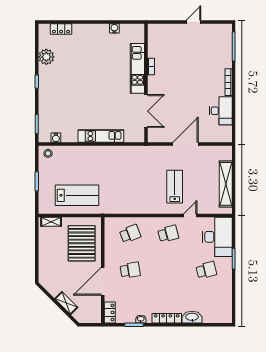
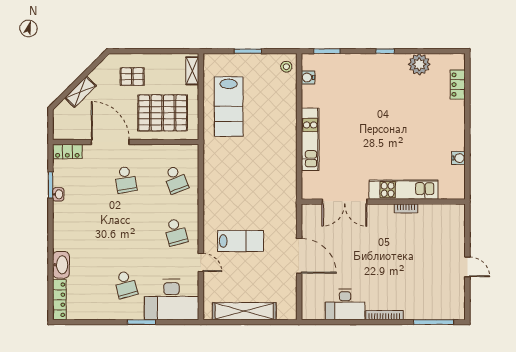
pallet: (55, 265) -> (132, 77), added
locker: (167, 318) -> (59, 300), moved

